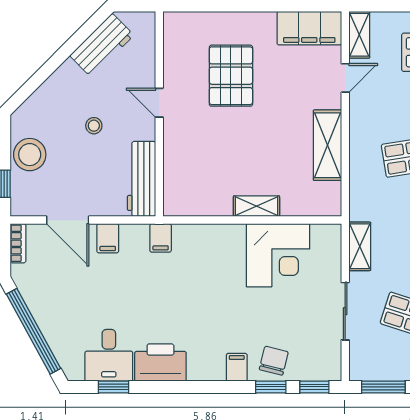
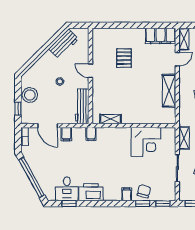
pallet: (231, 76) -> (124, 58), width x0.67, depth x0.71
shelving: (256, 206) -> (110, 119), moved

